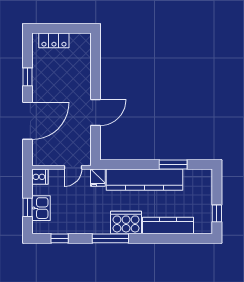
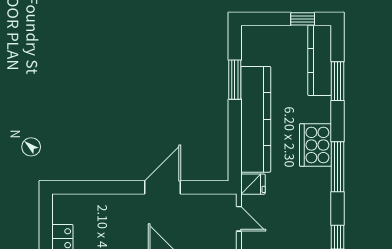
door: (96, 112) -> (163, 187), hinge flipped
kitchen counter: (168, 226) -> (320, 60), moved
window: (172, 238) -> (337, 81), added

